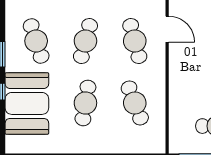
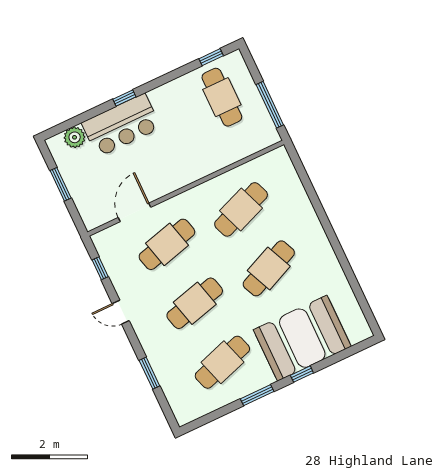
cafe table: (85, 41) -> (195, 303), turned -30
cafe table: (85, 103) -> (269, 268), turned -33

